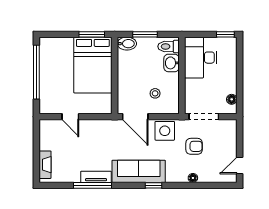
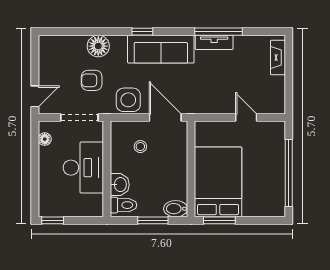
desk: (201, 58) -> (83, 168), moved
door: (240, 165) -> (35, 96), moved
floor lamp: (193, 178) -> (98, 46), width x1.89, depth x1.89

